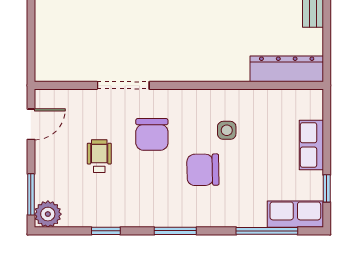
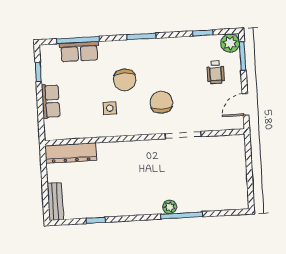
wheelchair: (99, 156) -> (216, 72), moved
chair: (203, 170) -> (125, 80), turned 91
row of seats: (295, 214) -> (79, 52), moved
window: (106, 231) -> (203, 33), moved

